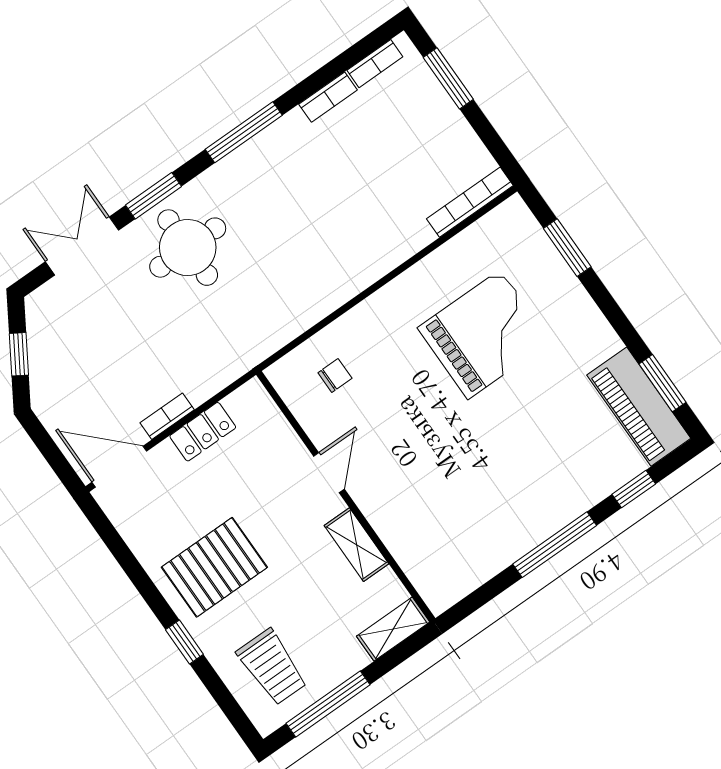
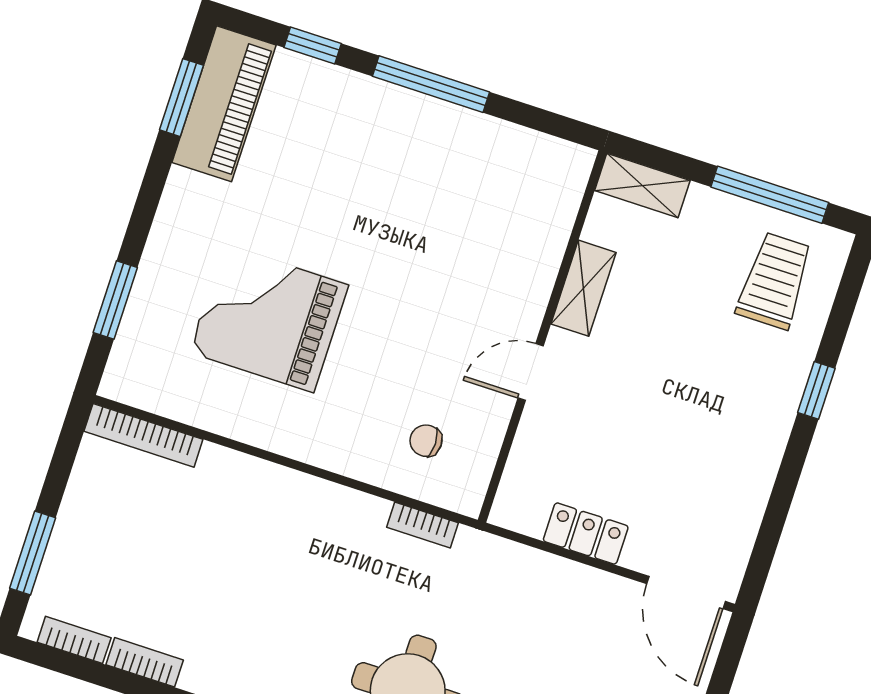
bookcase: (167, 416) -> (422, 525), moved
pallet: (214, 567) -> (716, 417), removed

